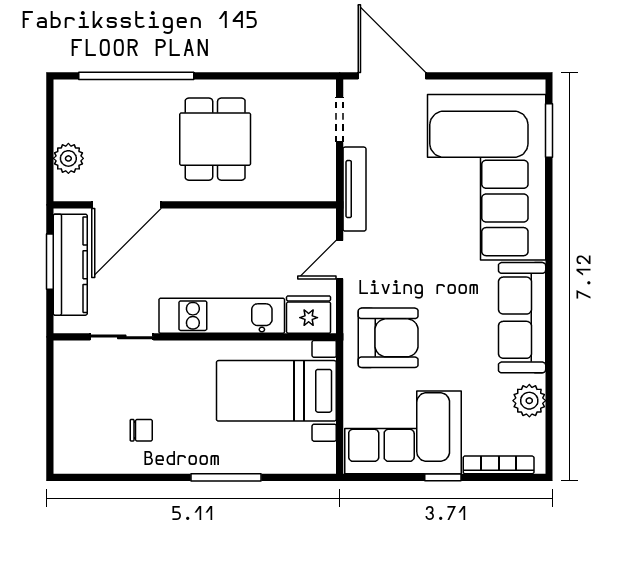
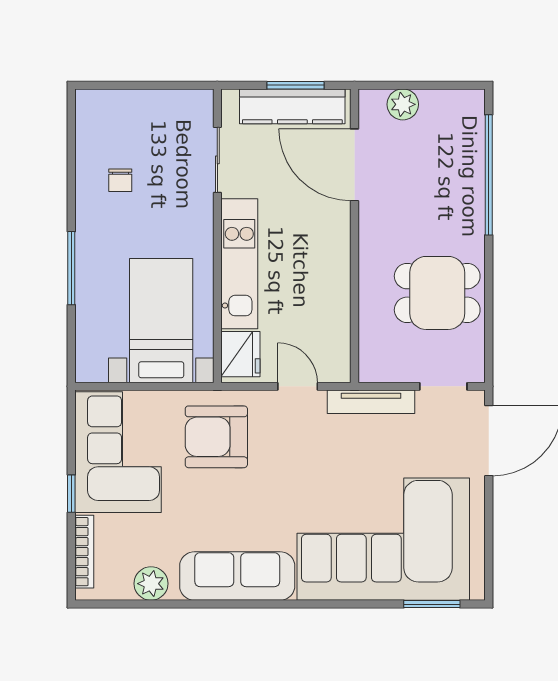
dining table: (215, 139) -> (437, 293), moved
armchair: (388, 338) -> (216, 437), turned 90

